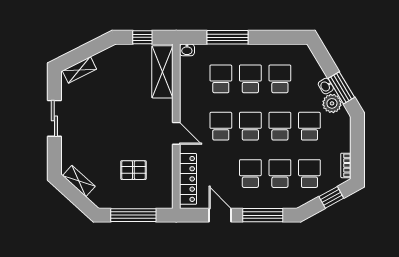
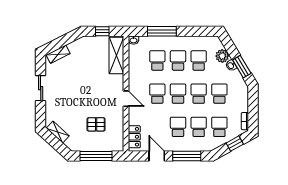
plant: (332, 103) -> (222, 56), moved
locker: (188, 179) -> (134, 137), width x0.66

